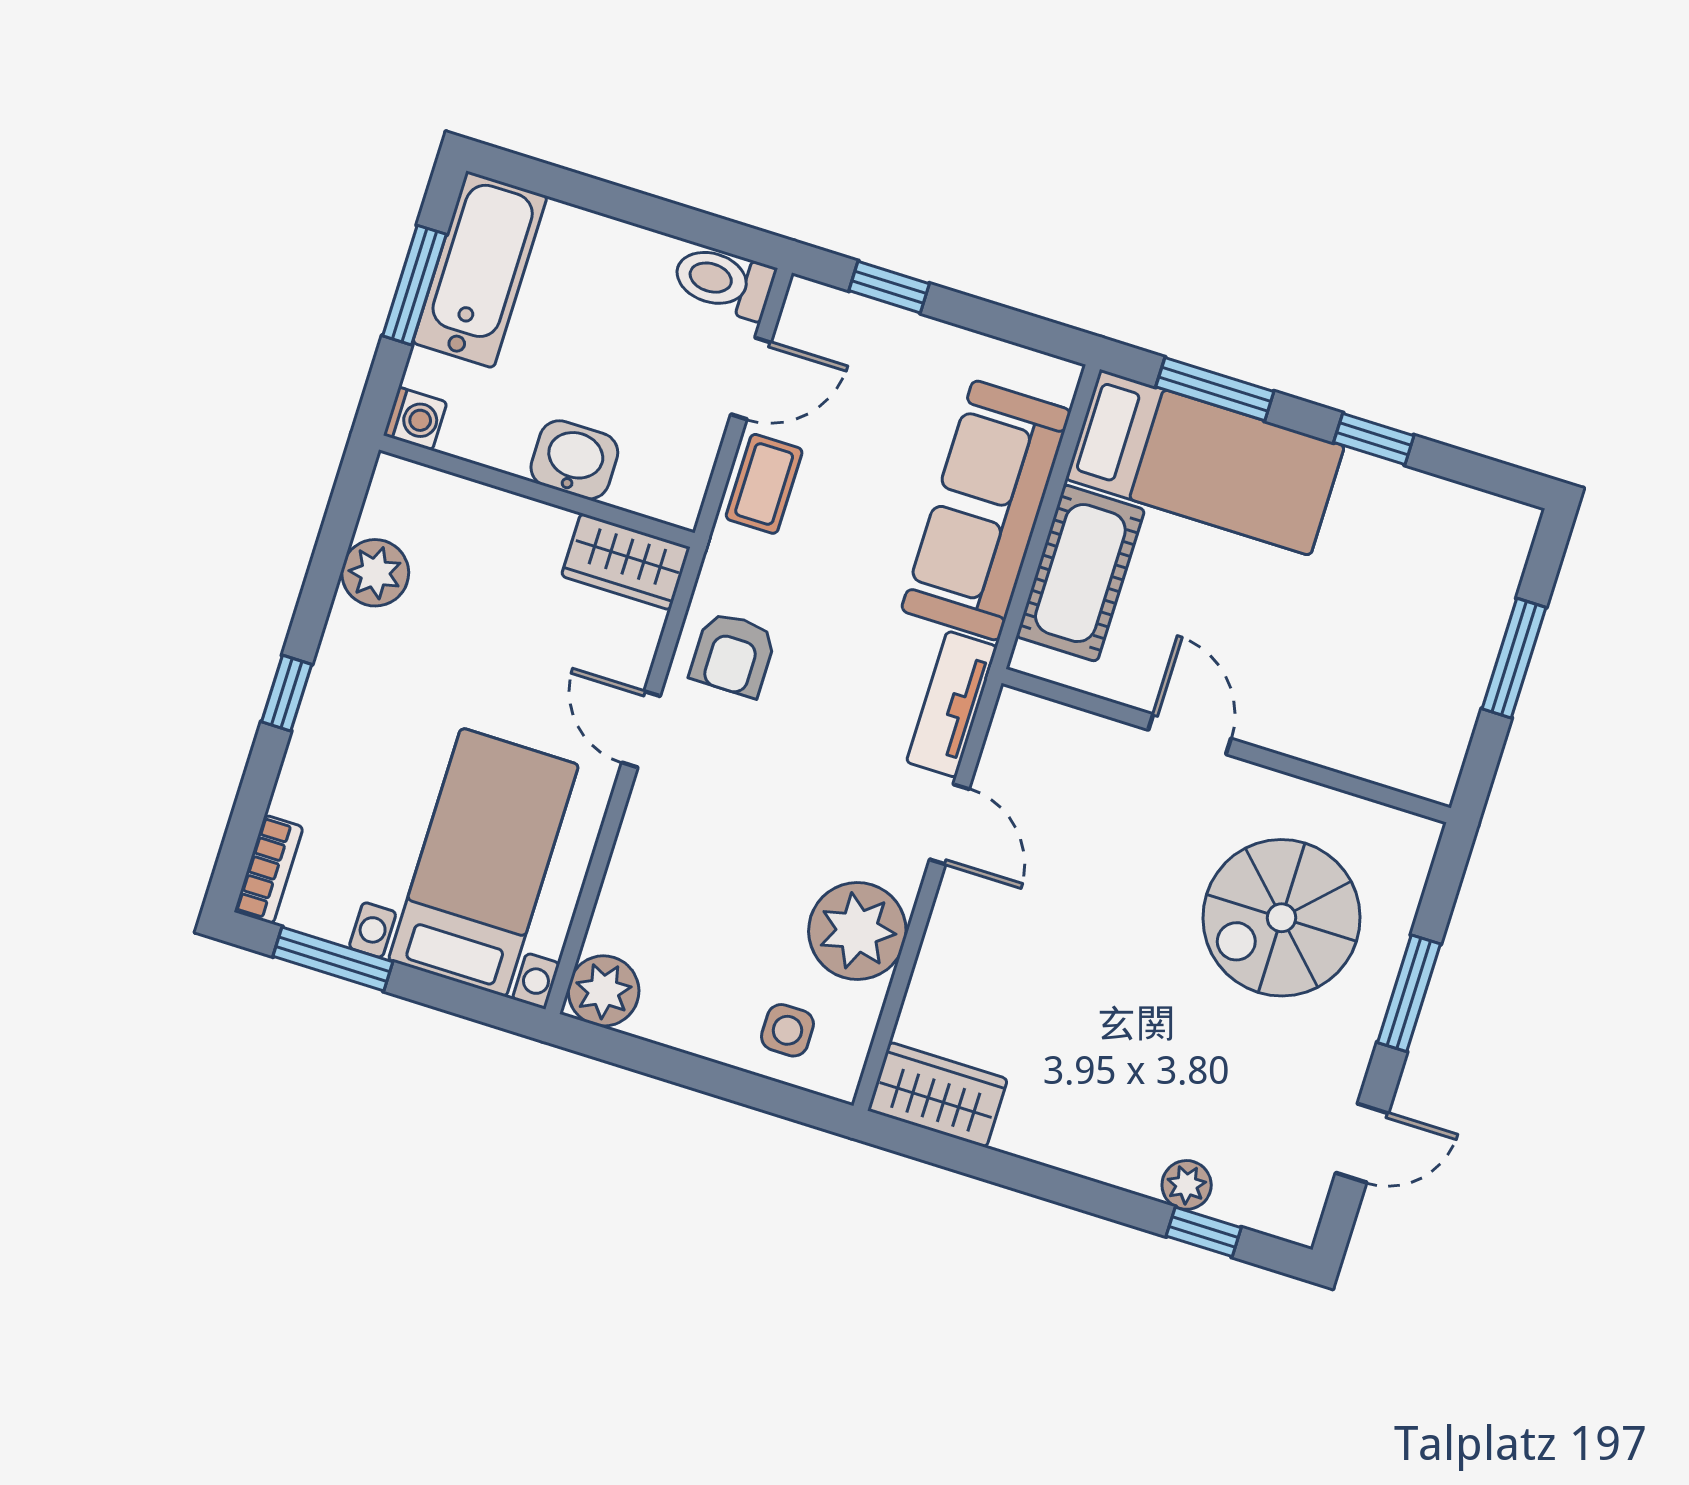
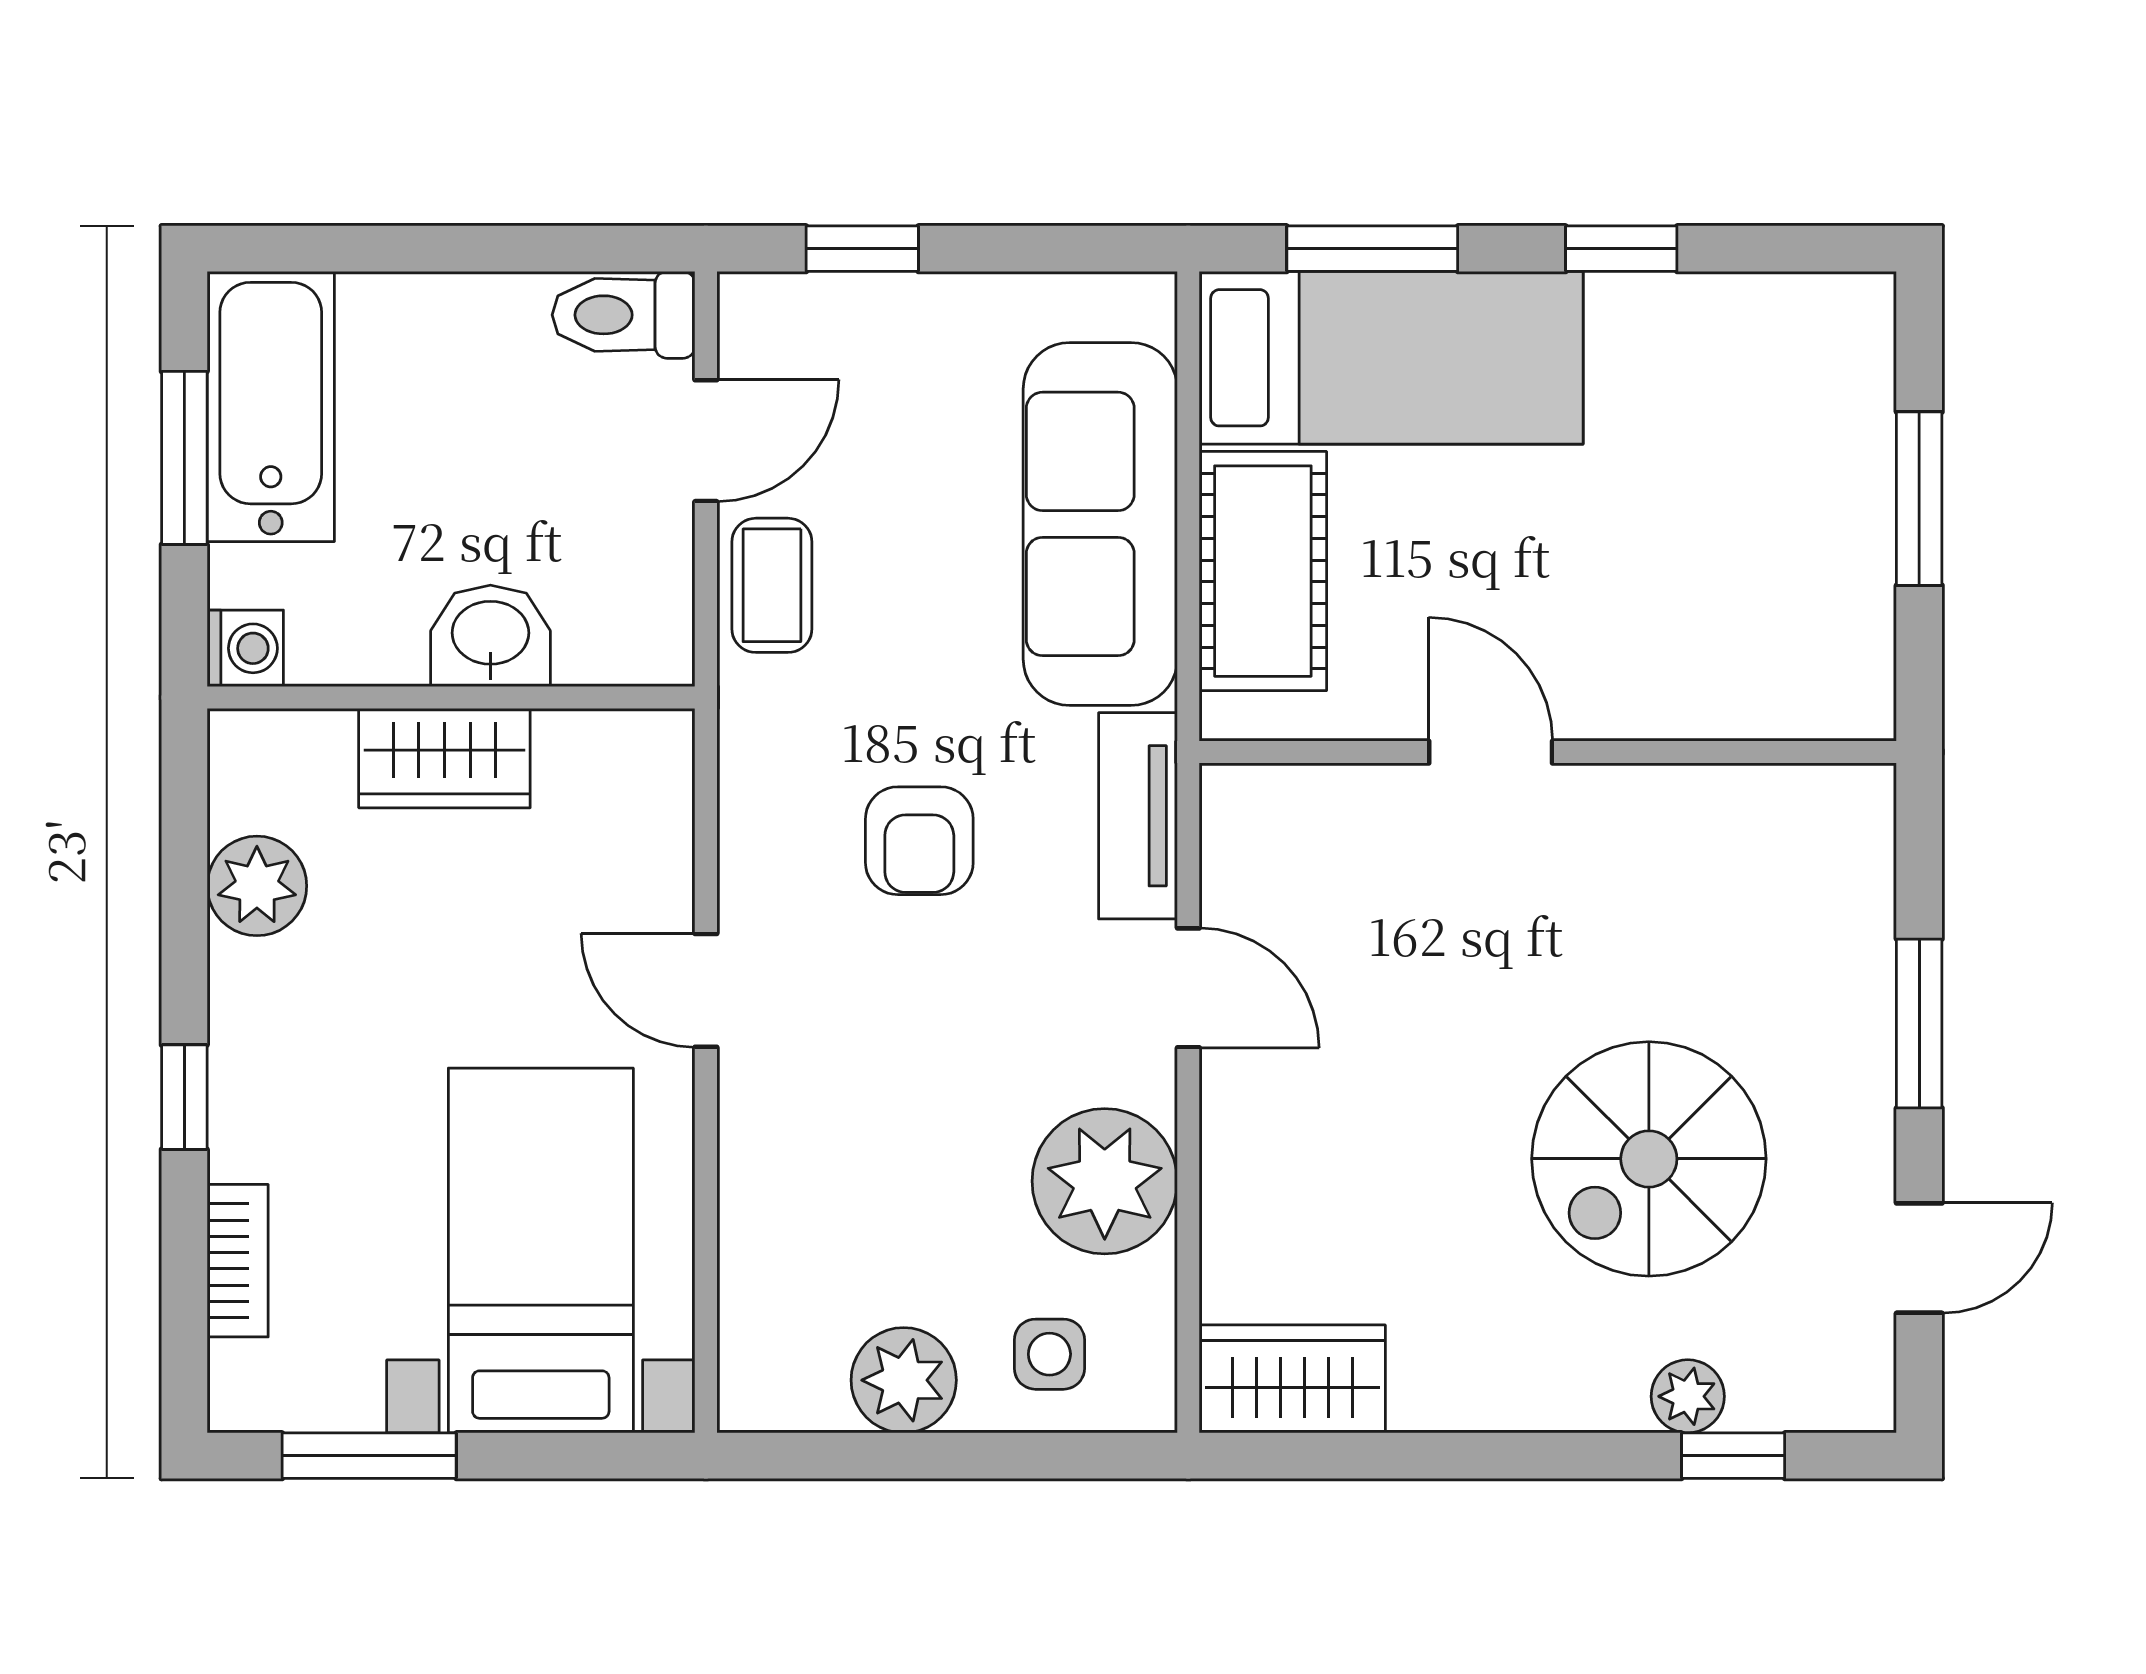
wardrobe: (626, 562) -> (444, 758), moved
armchair: (733, 654) -> (919, 841), moved
bookcase: (269, 869) -> (238, 1261), moved
spiral stairs: (1282, 918) -> (1649, 1159), moved
plant: (604, 991) -> (904, 1380), moved

